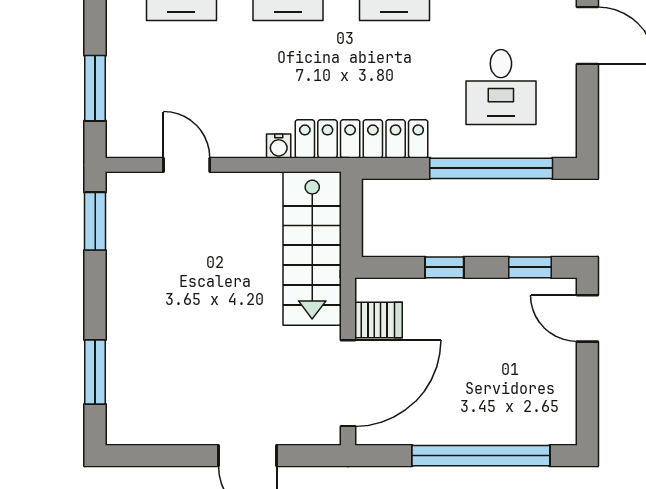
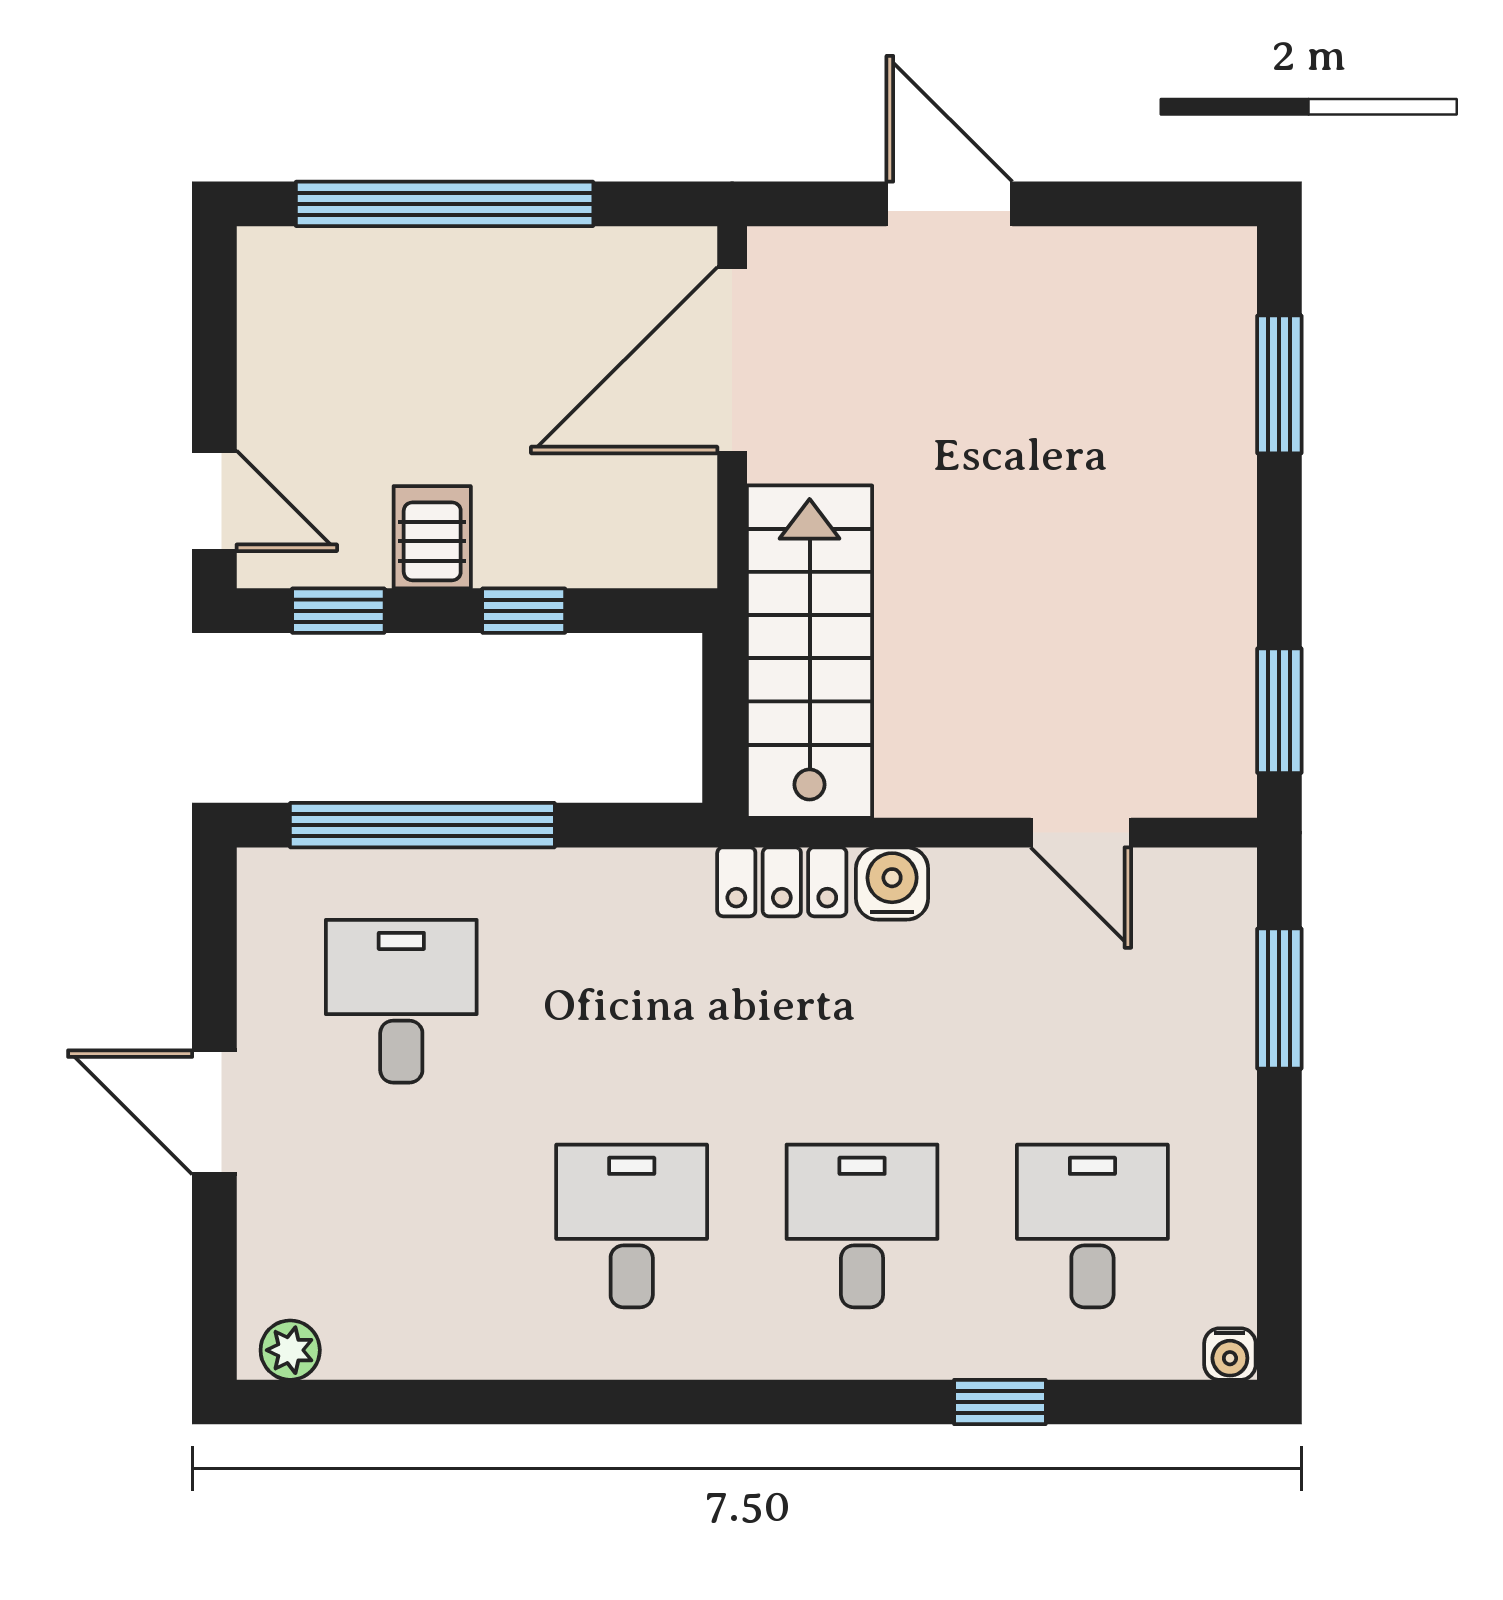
locker: (362, 139) -> (782, 882), width x0.46, depth x0.83
water cooler: (279, 146) -> (892, 883), width x1.38, depth x1.38
server rack: (379, 320) -> (432, 537), moved, turned 90

